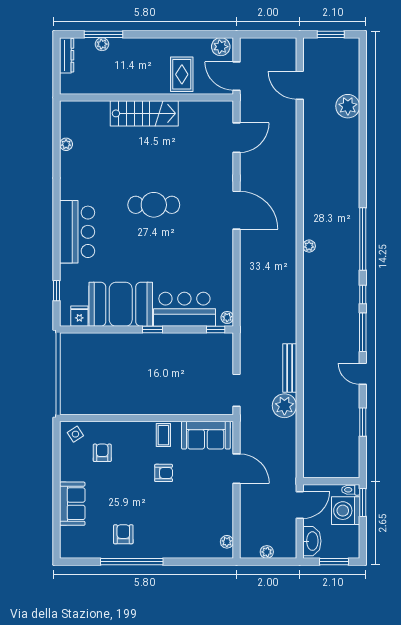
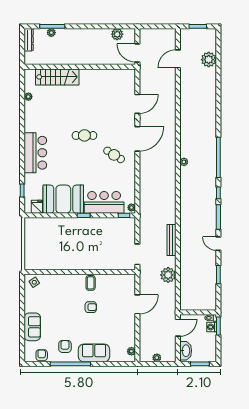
plant: (221, 47) -> (117, 34), moved
rug: (182, 74) -> (102, 52), removed
door: (300, 85) -> (178, 59), hinge flipped
plant: (348, 106) -> (209, 60), moved
stairs: (144, 113) -> (57, 77), moved
door: (237, 138) -> (137, 104), moved
cafe table: (154, 205) -> (84, 135), width x0.73, depth x0.74
door: (237, 210) -> (137, 139), hinge flipped
cafe table: (200, 235) -> (114, 155), added
plant: (284, 406) -> (168, 275), moved
sofa: (206, 435) -> (94, 353), moved, turned 180
armchair: (102, 453) -> (42, 355), moved
door: (237, 469) -> (137, 304), hinge flipped
washing machine: (346, 511) -> (212, 327), width x0.53, depth x0.53

